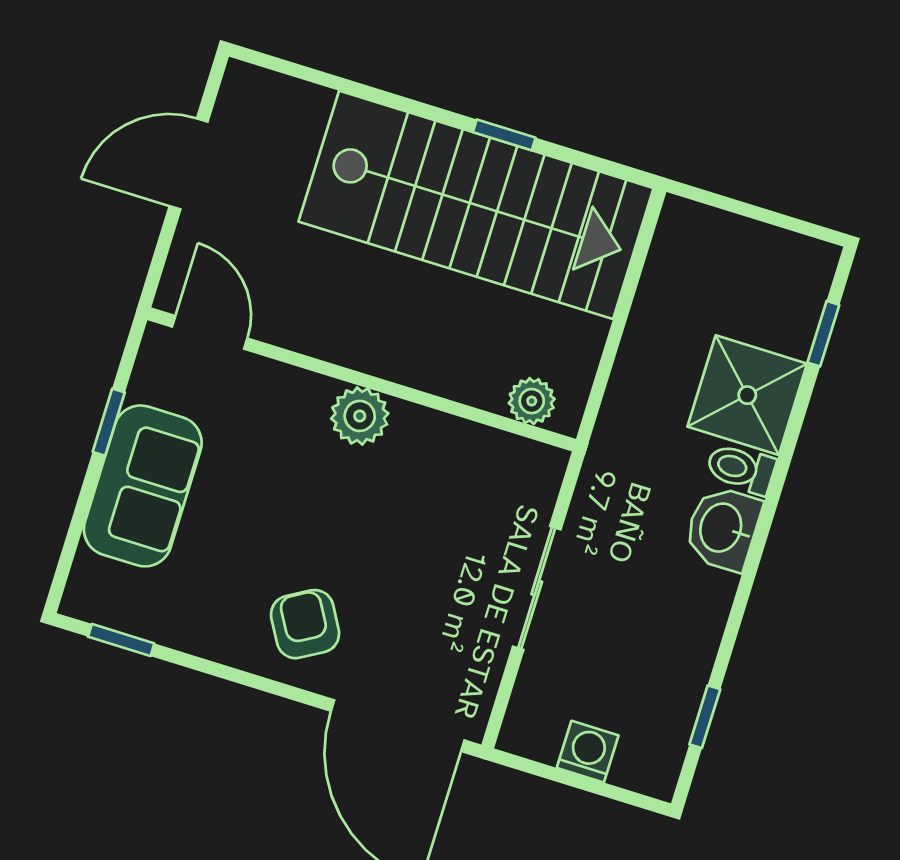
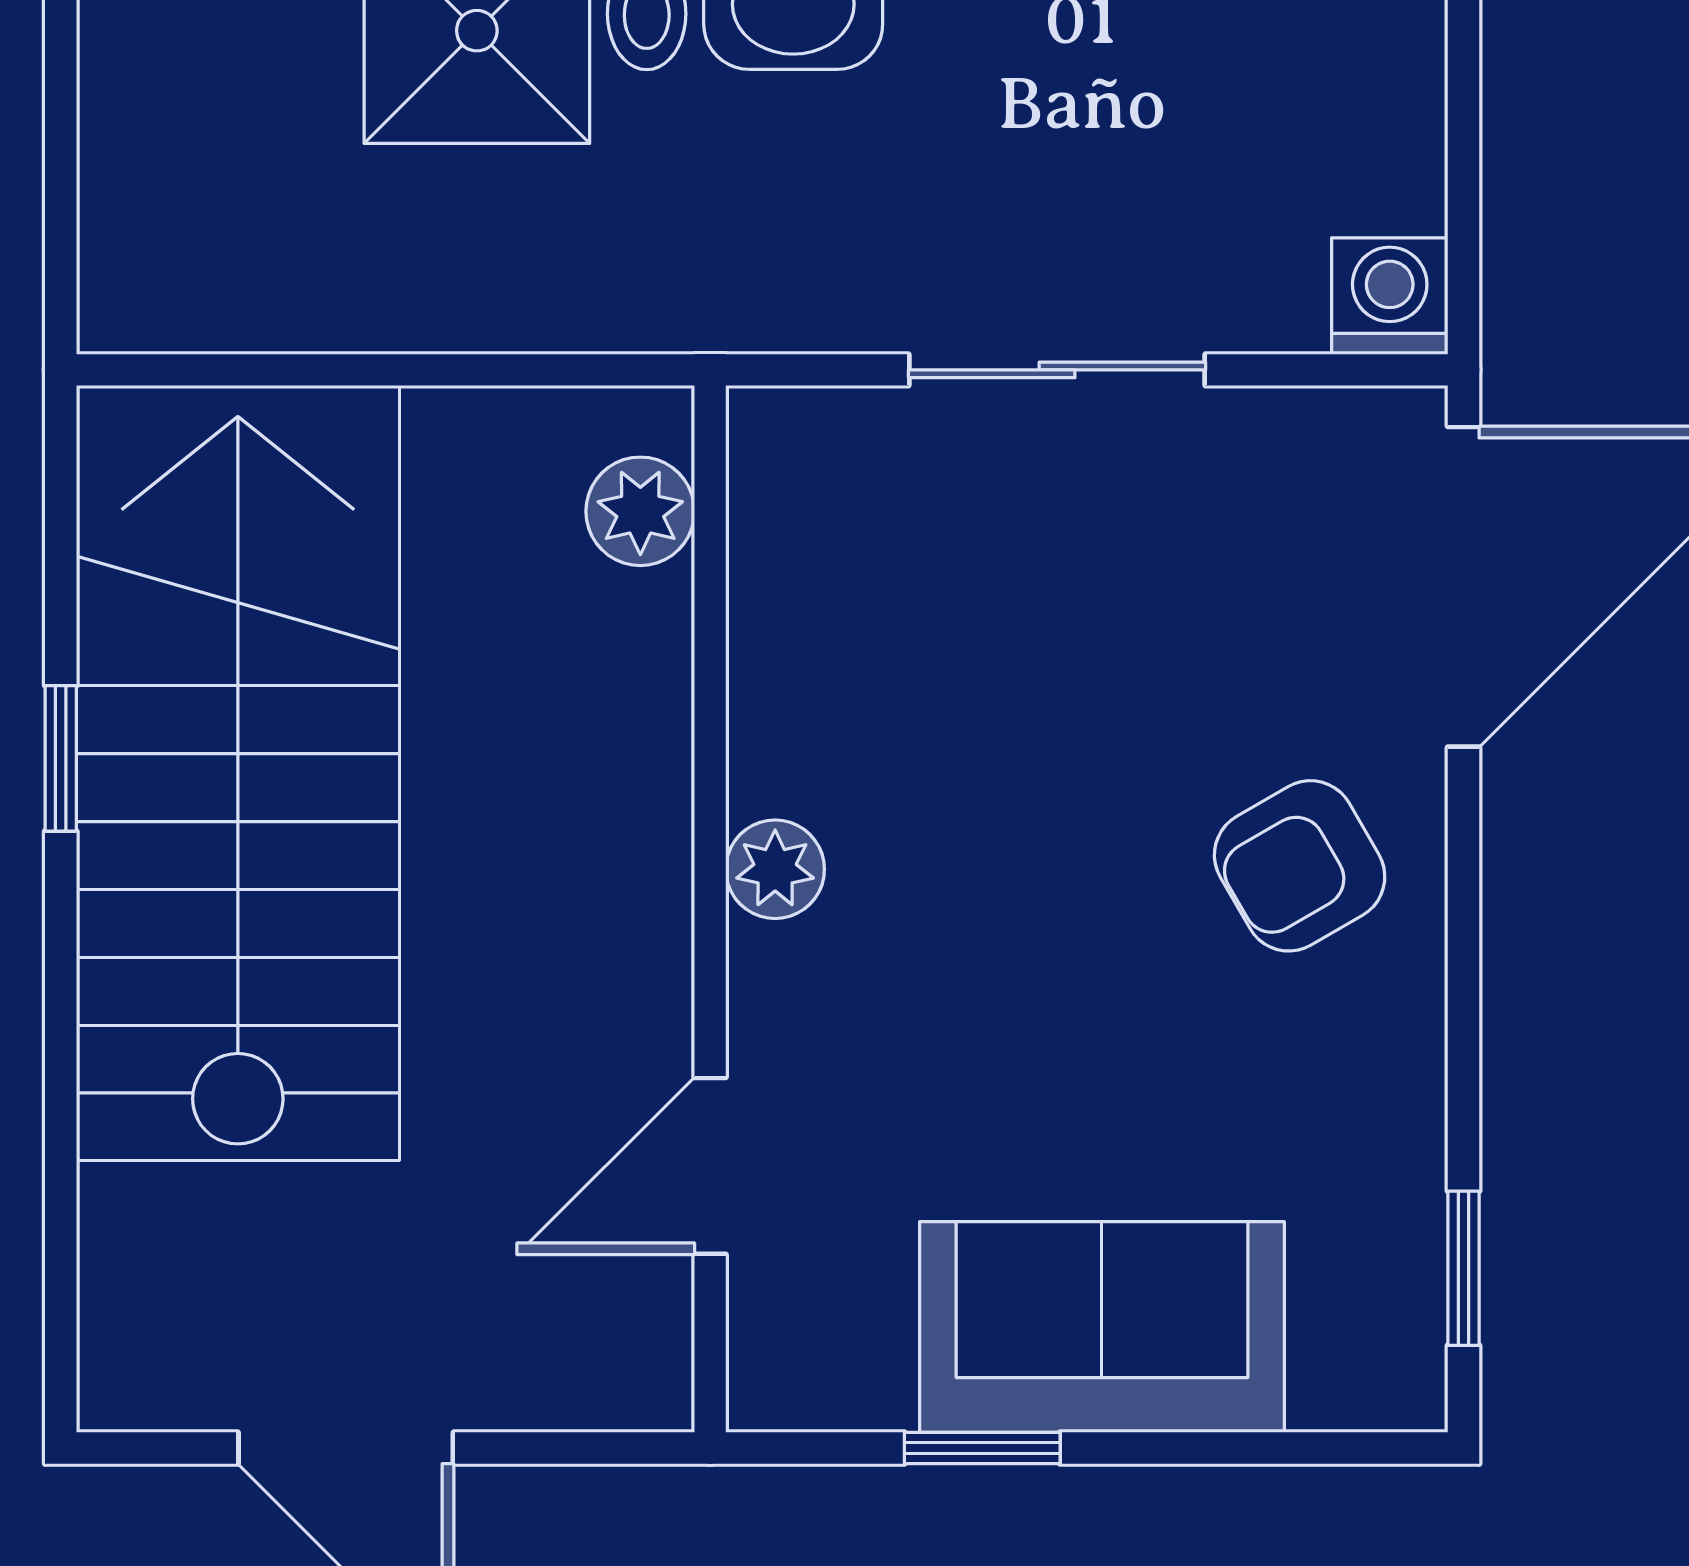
door: (210, 332) -> (710, 1166), moved
plant: (360, 416) -> (775, 869), width x0.73, depth x0.73
washing machine: (588, 752) -> (1390, 296), moved, turned 90

